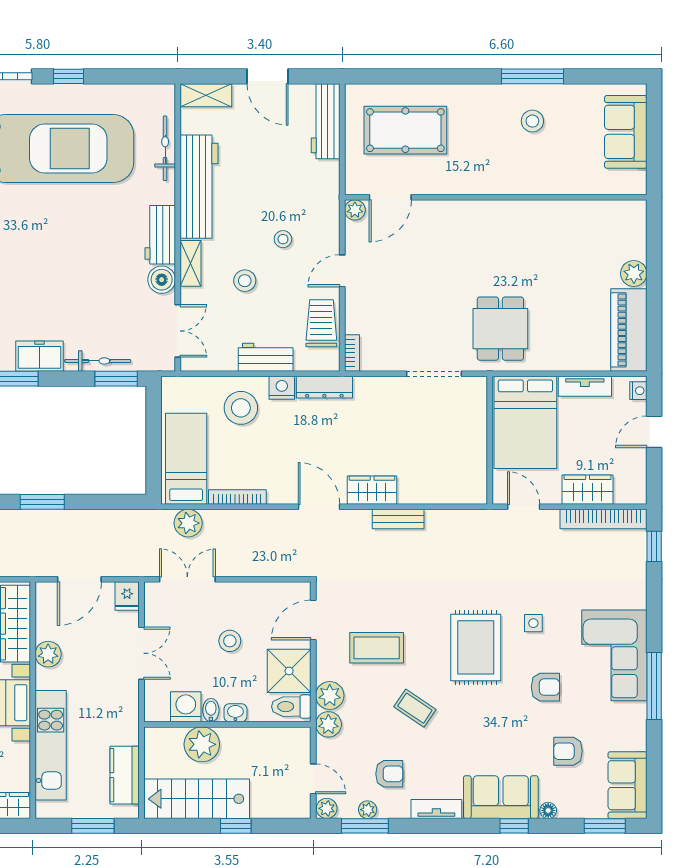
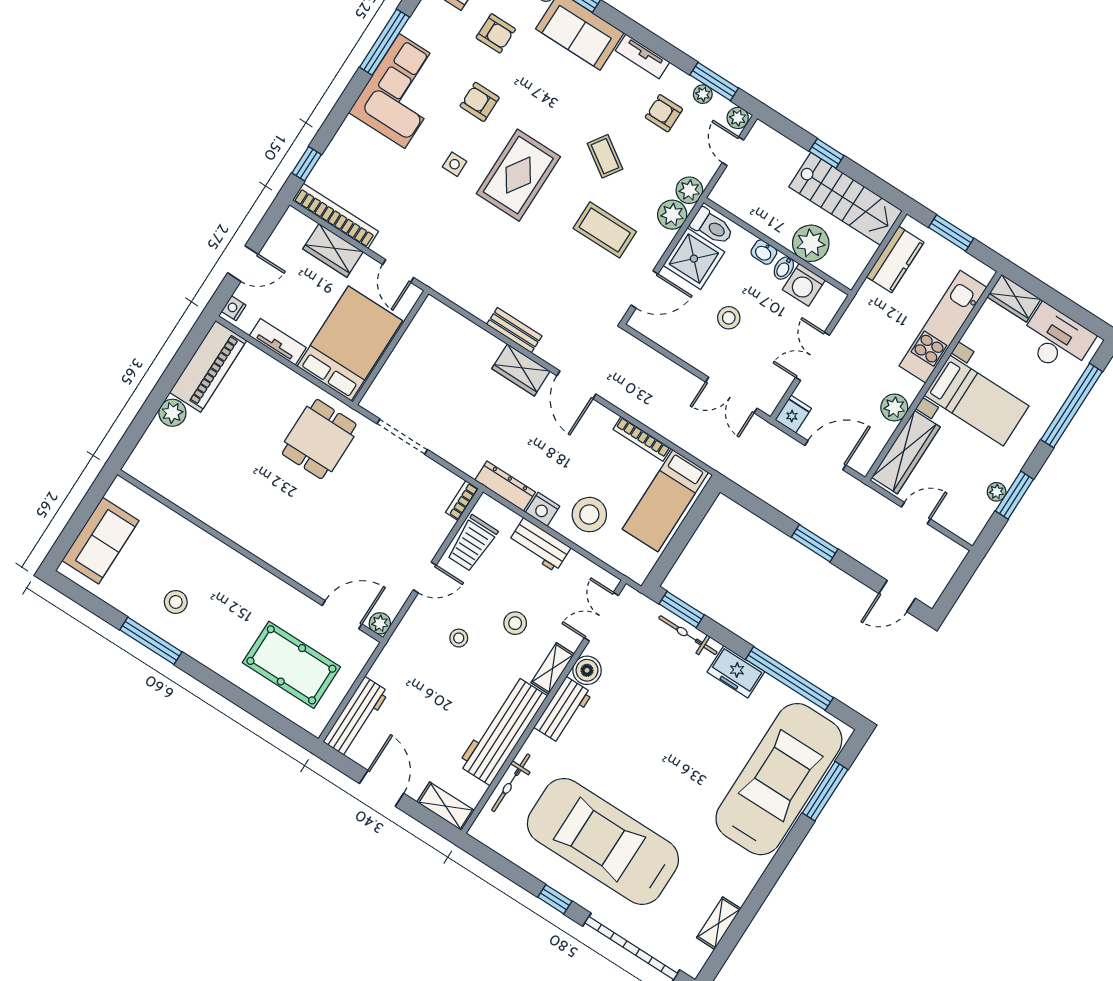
plant: (188, 523) -> (699, 444), removed

